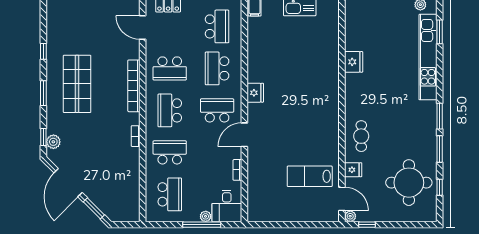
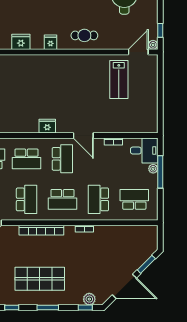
school desk: (217, 110) -> (62, 159), turned 180
fridge: (353, 170) -> (50, 42), moved

